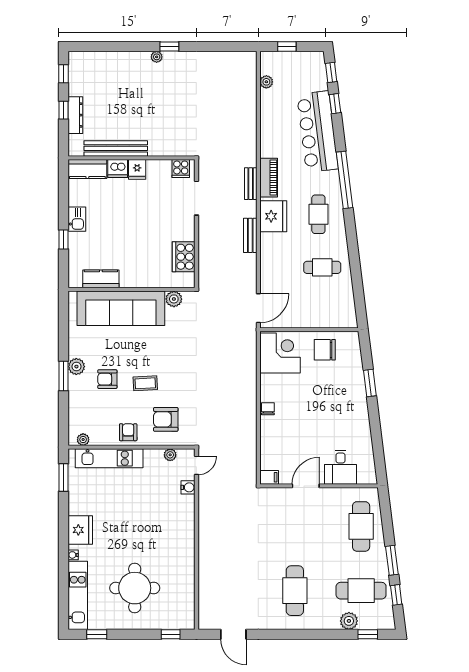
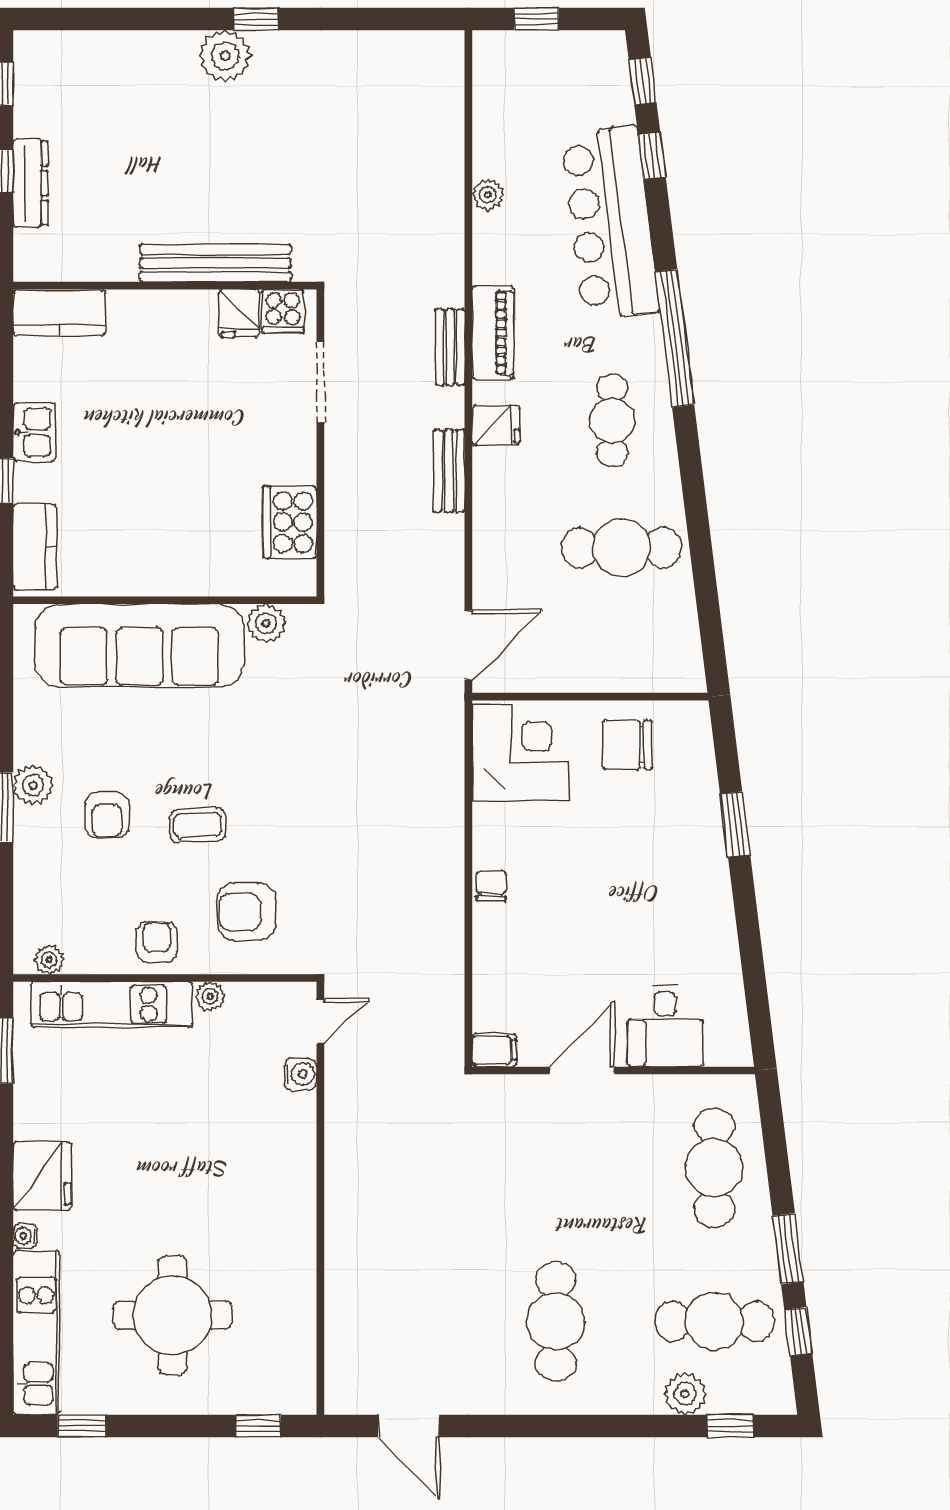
plant: (157, 57) -> (225, 56), width x1.88, depth x1.88
plant: (266, 82) -> (488, 195), moved
bench: (116, 148) -> (215, 263), moved
dishwasher: (118, 169) -> (132, 311), removed
fridge: (137, 169) -> (239, 313), moved
fridge: (273, 216) -> (496, 425), width x0.53, depth x0.75
cafe table: (322, 267) -> (621, 548), width x1.37, depth x1.35
kitchen counter: (101, 279) -> (35, 547), moved, turned 90
armchair: (107, 379) -> (107, 815), turned -90
plant: (170, 455) -> (210, 996), moved

